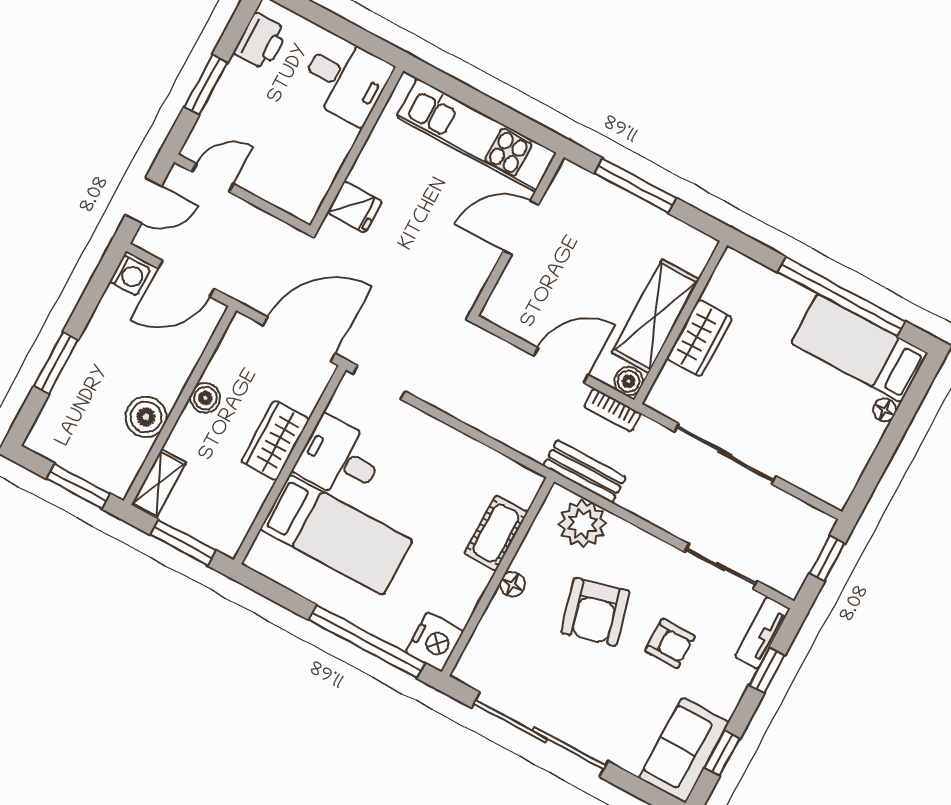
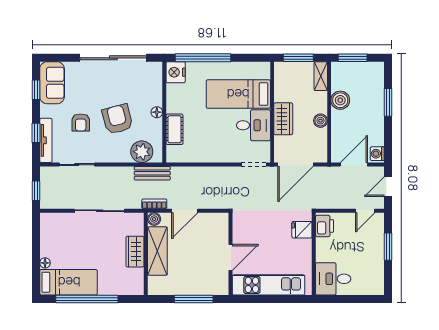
printer: (261, 42) -> (324, 226), moved, turned 180
tv unit: (762, 633) -> (46, 140), width x1.41
armchair: (670, 644) -> (81, 123), turned -90

